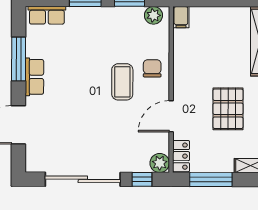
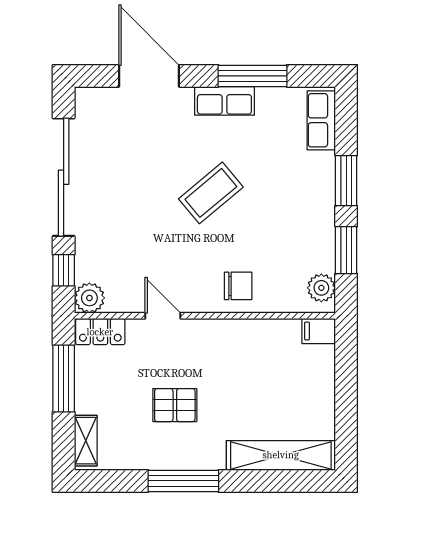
coffee table: (122, 82) -> (211, 193), moved, turned -40
pallet: (228, 109) -> (175, 405), width x0.67, depth x0.71
door: (171, 116) -> (163, 316), width x0.73

